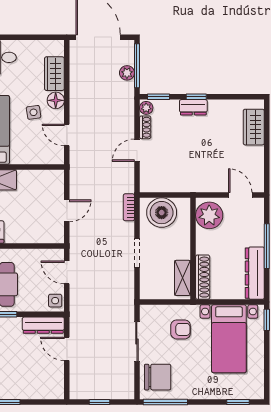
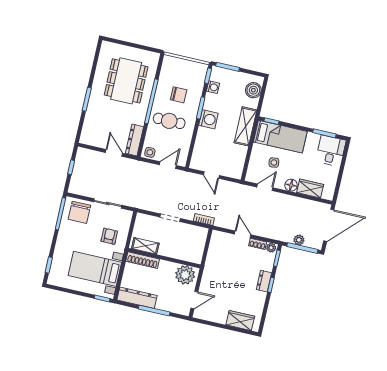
side table: (34, 112) -> (274, 163), moved
boiler: (162, 213) -> (195, 242), removed
armchair: (181, 329) -> (109, 236), turned 180
door: (67, 349) -> (114, 153), hinge flipped

